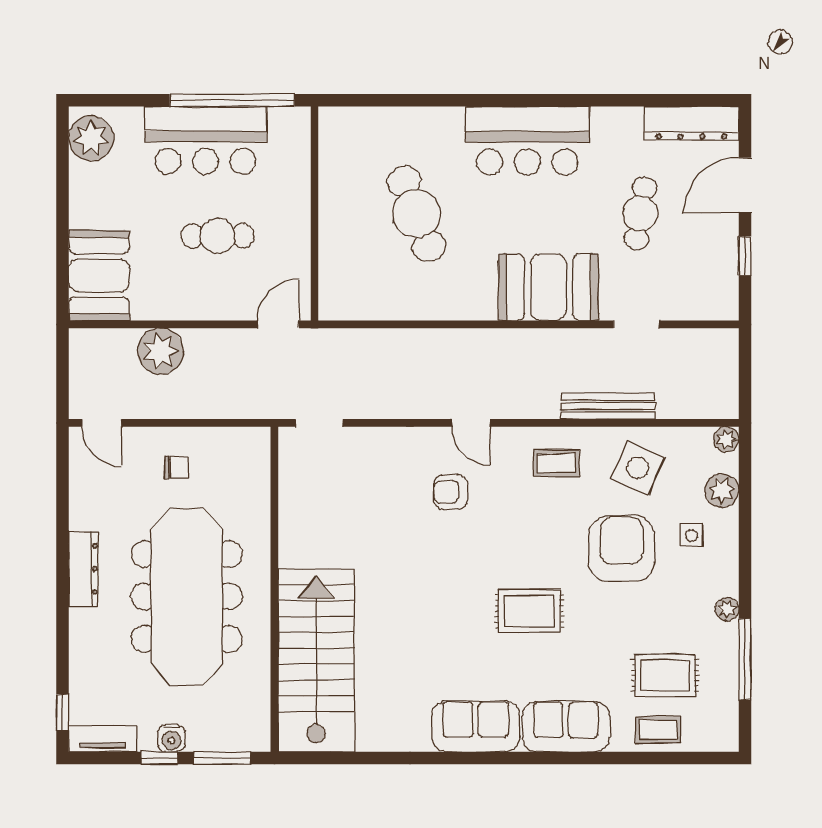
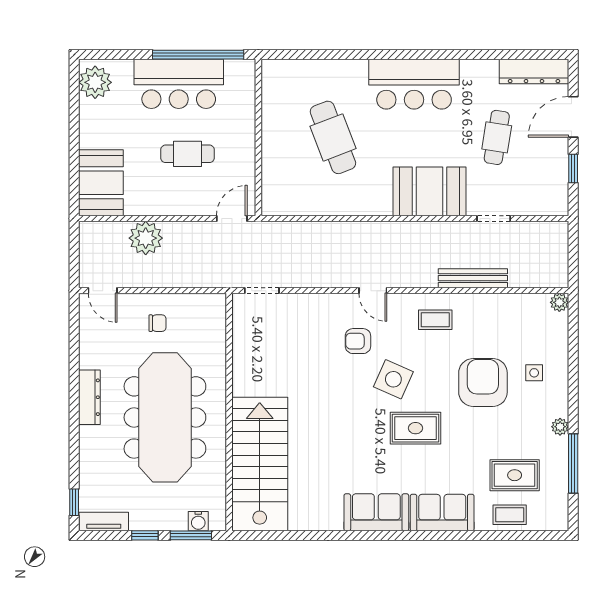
side table: (638, 468) -> (393, 379), moved
plant: (722, 490) -> (556, 340), removed
water cooler: (171, 738) -> (198, 521), moved

